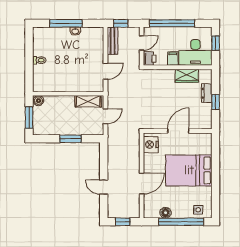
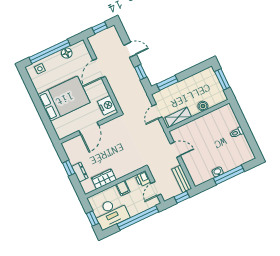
desk: (195, 52) -> (111, 213), moved, turned 180
door: (105, 71) -> (175, 150), swing flipped
boiler: (39, 101) -> (203, 106), moved
window: (70, 139) -> (167, 83), moved
window: (104, 161) -> (141, 72), added

